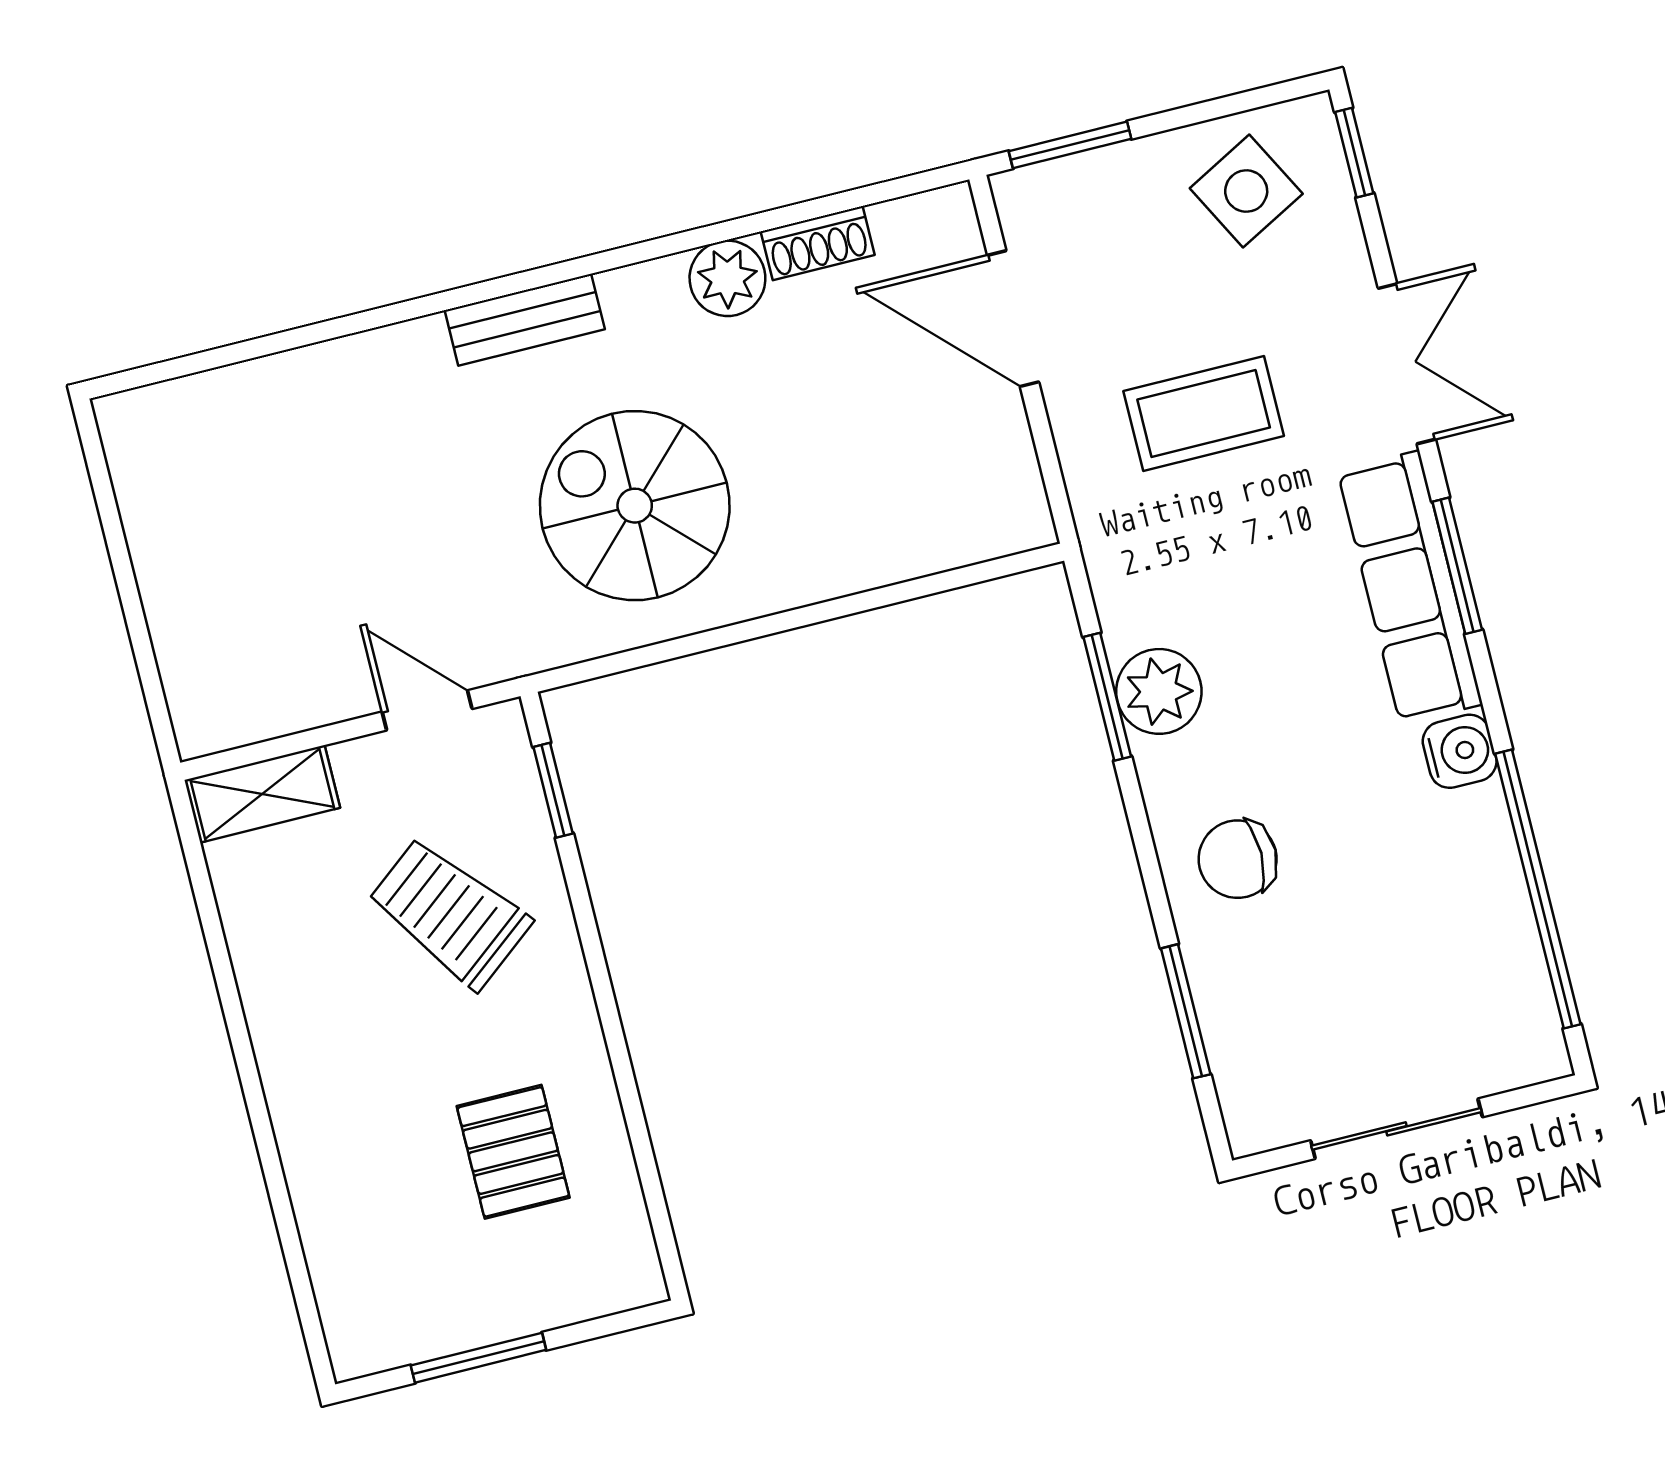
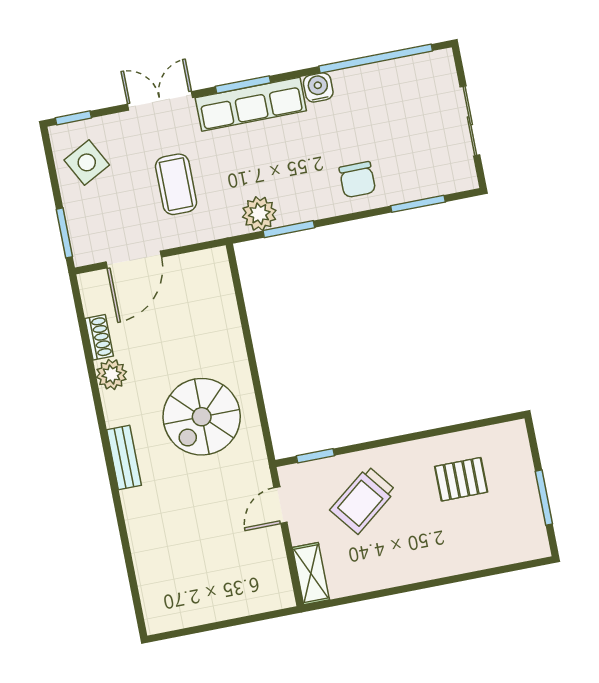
plant: (1159, 691) -> (259, 214), moved

